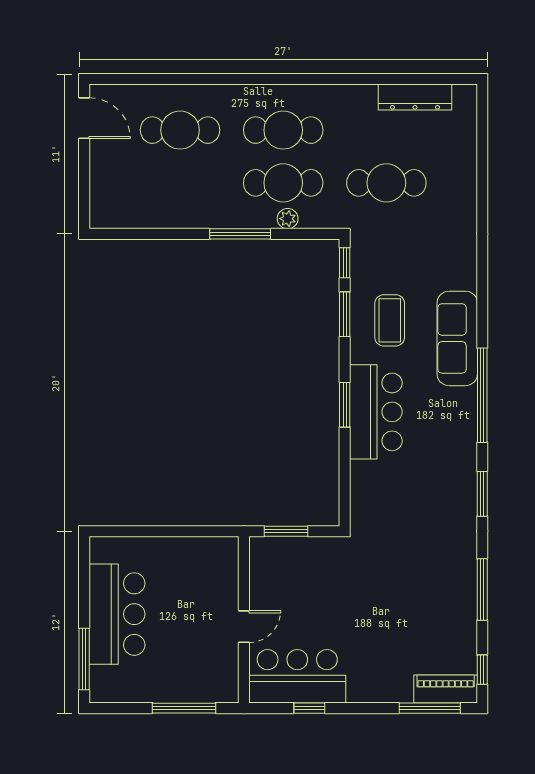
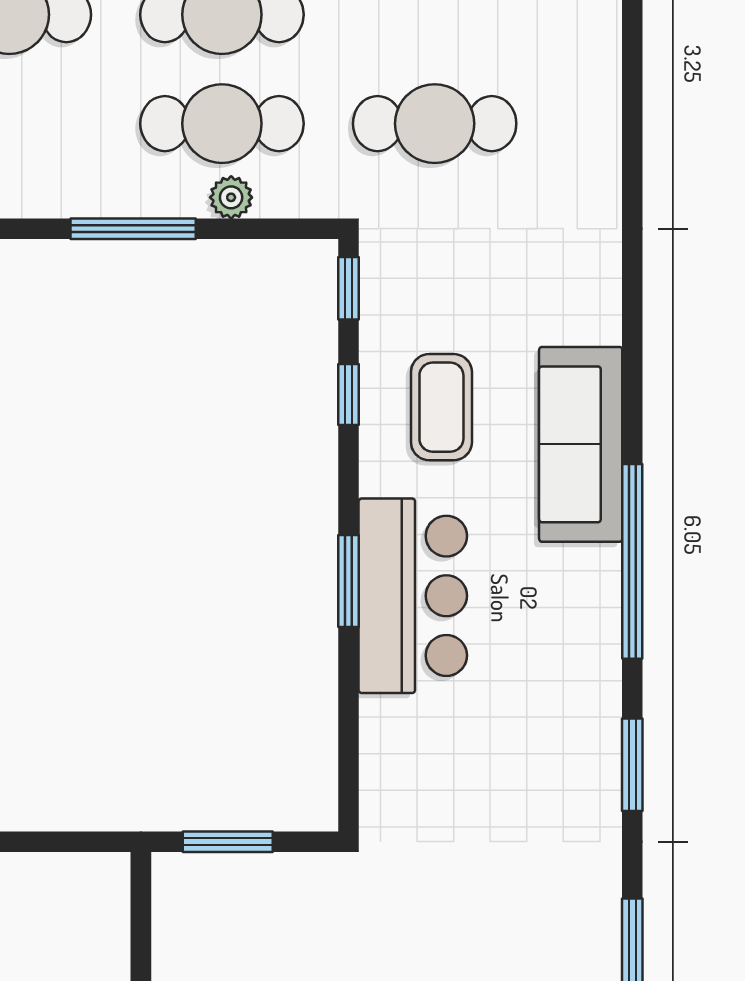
window: (345, 314) -> (349, 394), width x0.67

